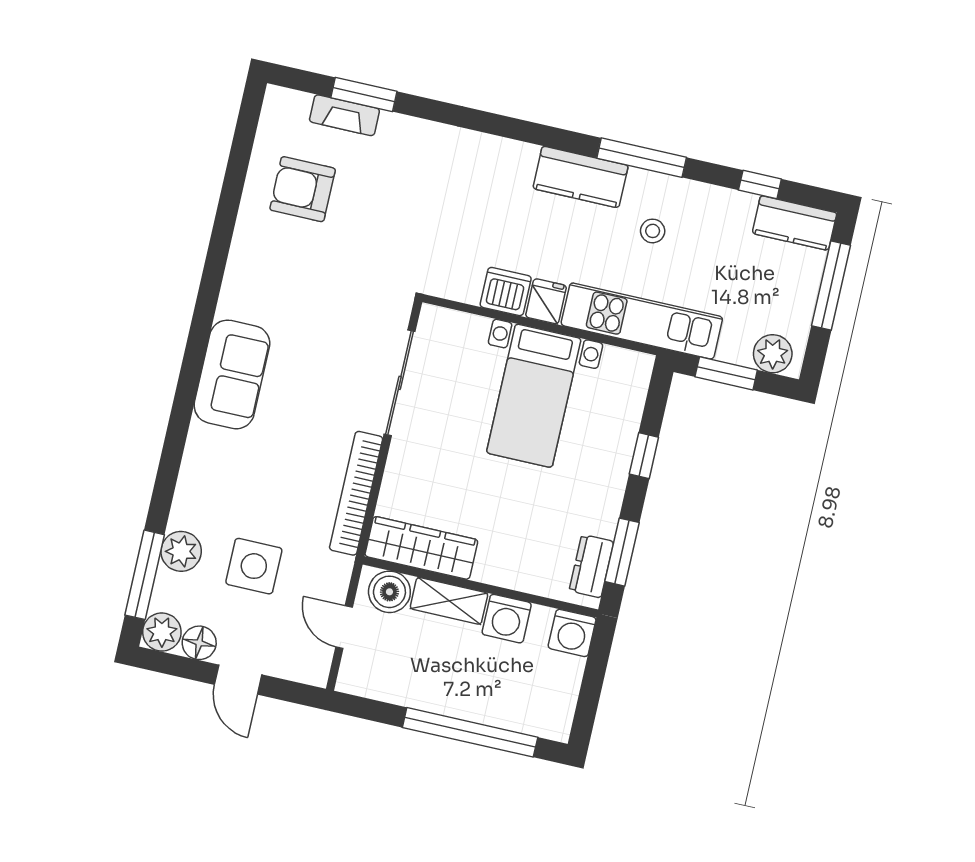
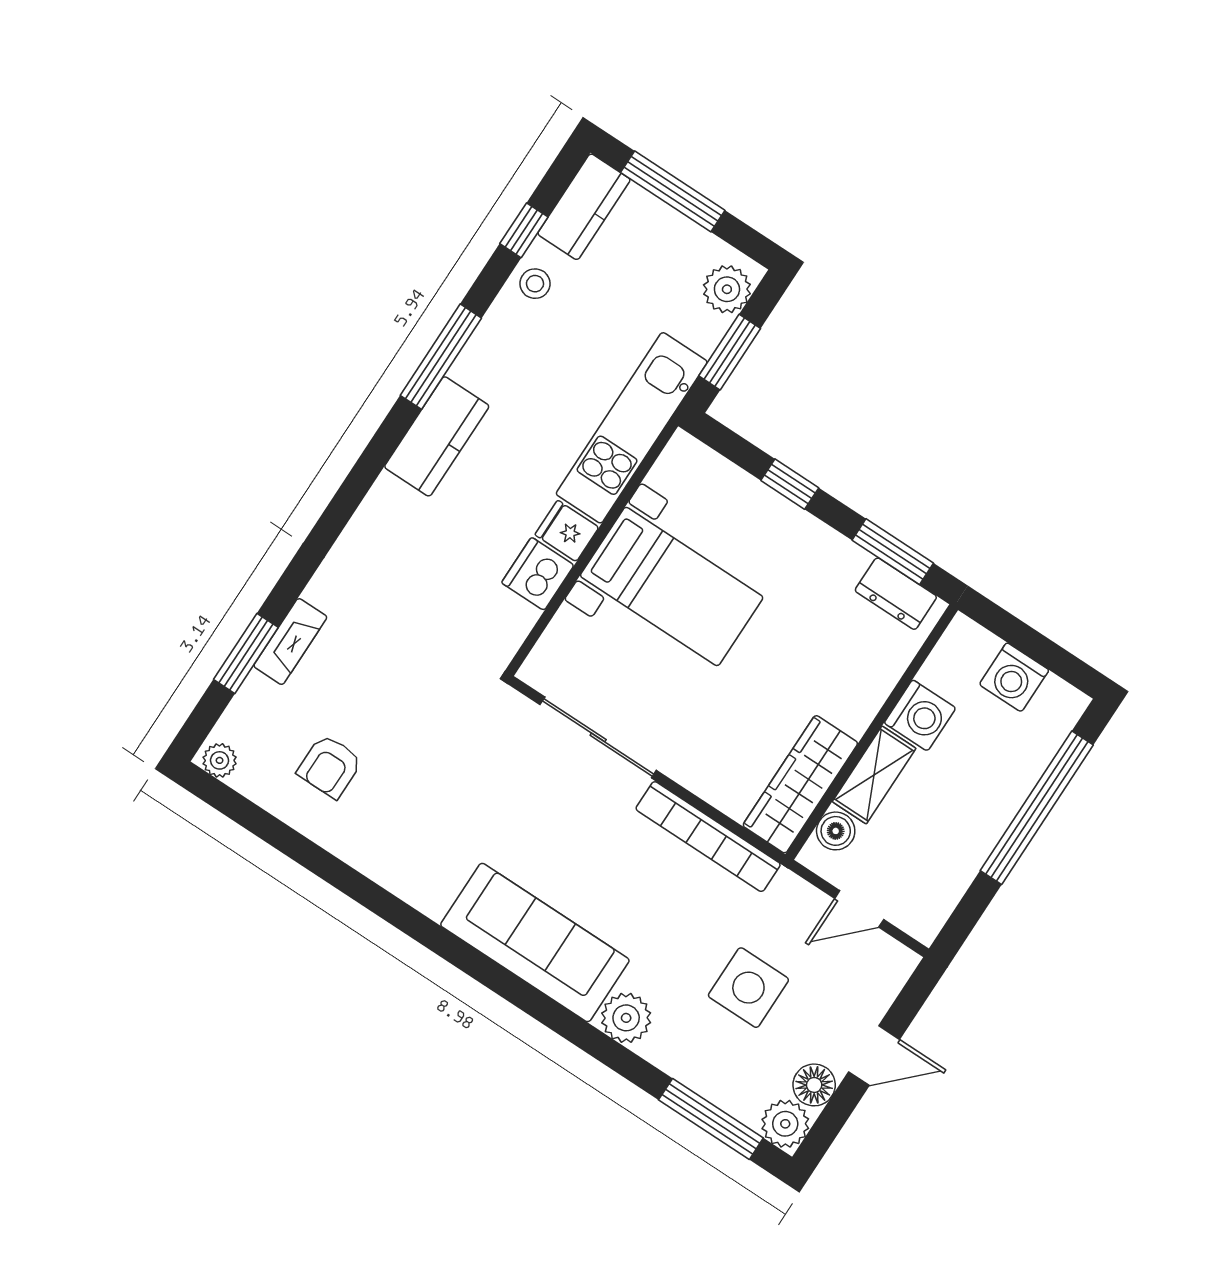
plant: (276, 105) -> (220, 760), added
fireplace: (344, 115) -> (290, 642), moved
armchair: (303, 189) -> (330, 766), width x0.72, depth x0.72
stool: (653, 231) -> (535, 284), moved
sofa: (232, 374) -> (535, 943), width x1.36
plant: (181, 551) -> (626, 1018), moved
boiler: (389, 592) -> (836, 831), width x0.73, depth x0.73
washing machine: (572, 633) -> (1014, 677), moved, turned 90

